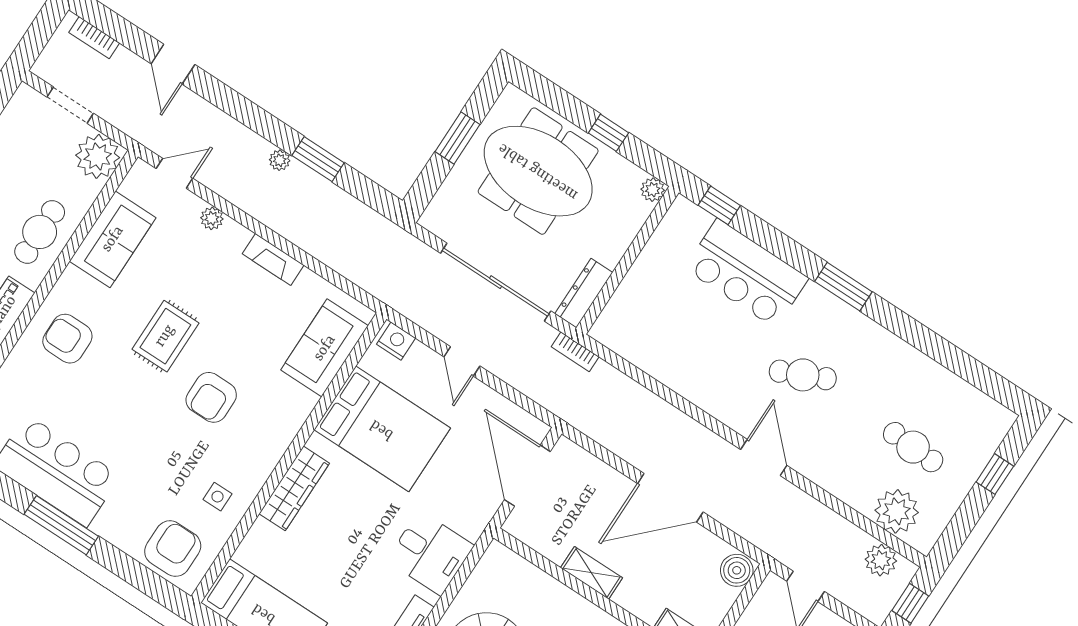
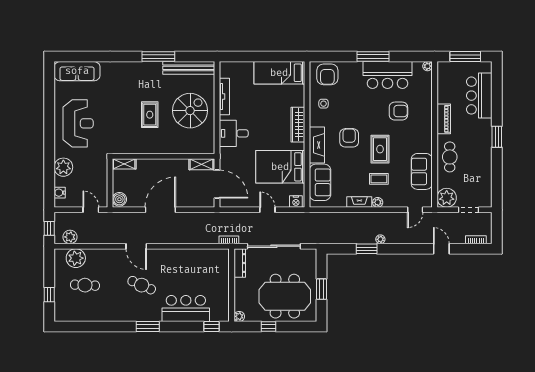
plant: (212, 218) -> (378, 202), moved
coffee table: (206, 280) -> (379, 179), added
armchair: (67, 339) -> (398, 111), moved
cafe table: (803, 375) -> (142, 285), turned 48
fireplace: (283, 425) -> (317, 145), added
shelving: (592, 573) -> (201, 164), moved

